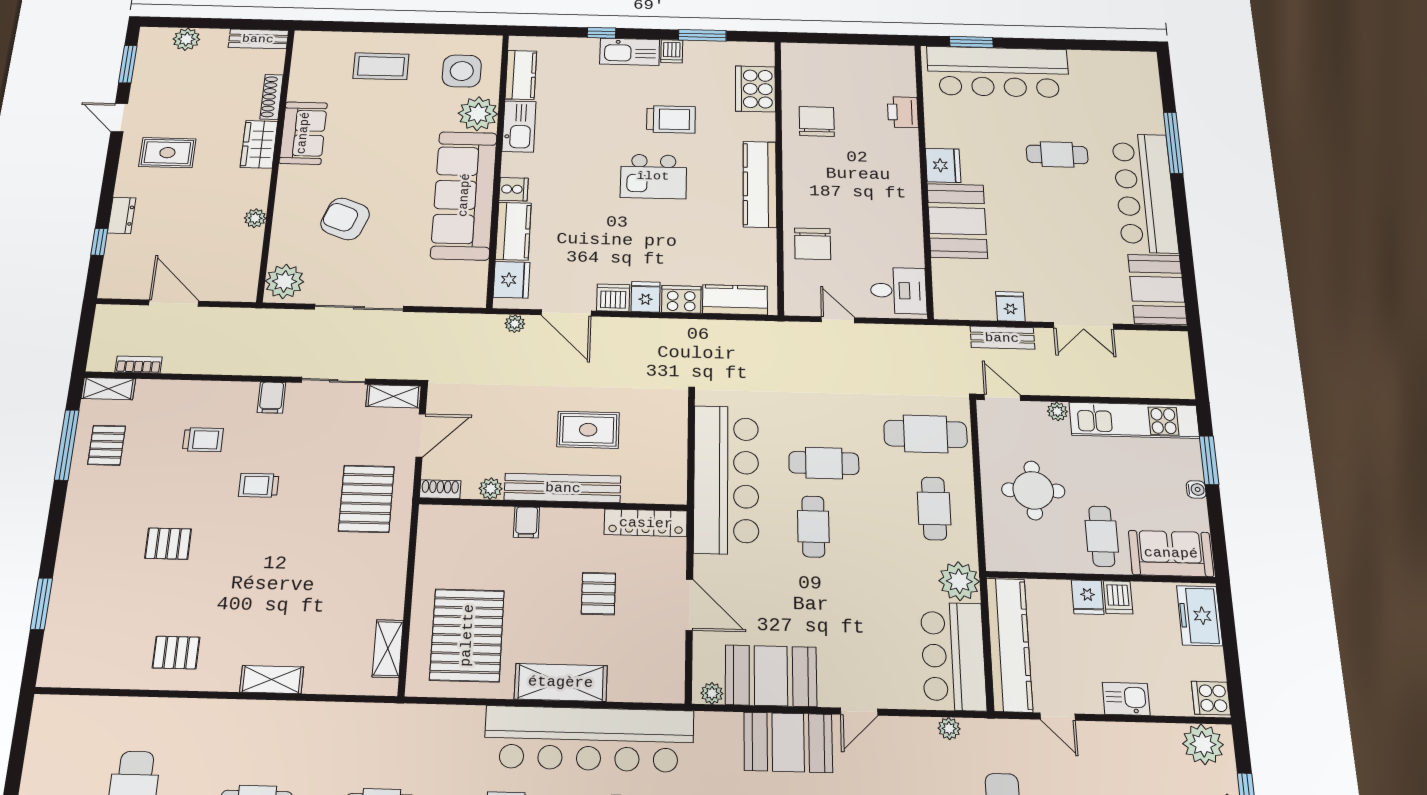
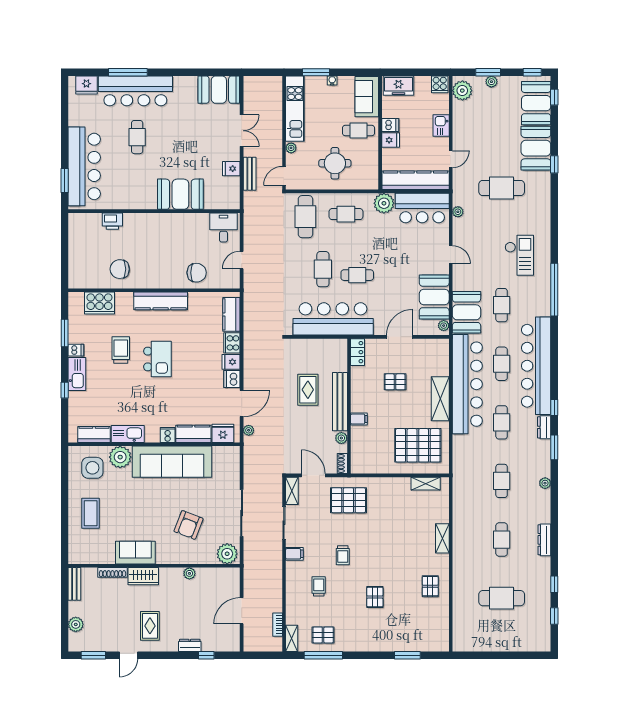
fridge: (943, 165) -> (86, 85), moved, turned 180
bar counter: (1145, 193) -> (135, 91), moved
locker: (646, 523) -> (358, 352), width x0.66
booth: (788, 742) -> (466, 312), moved

